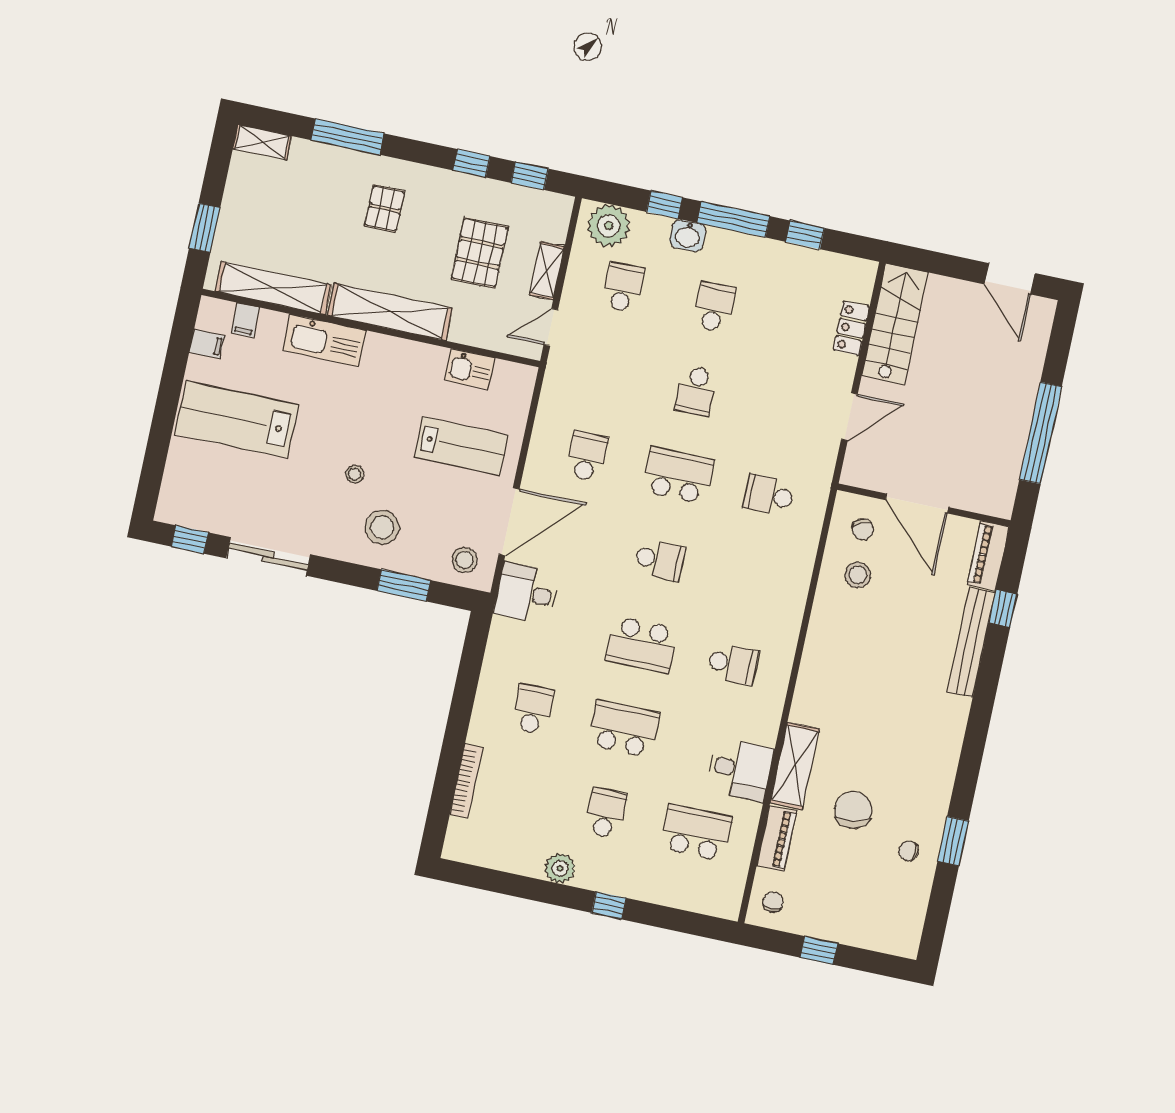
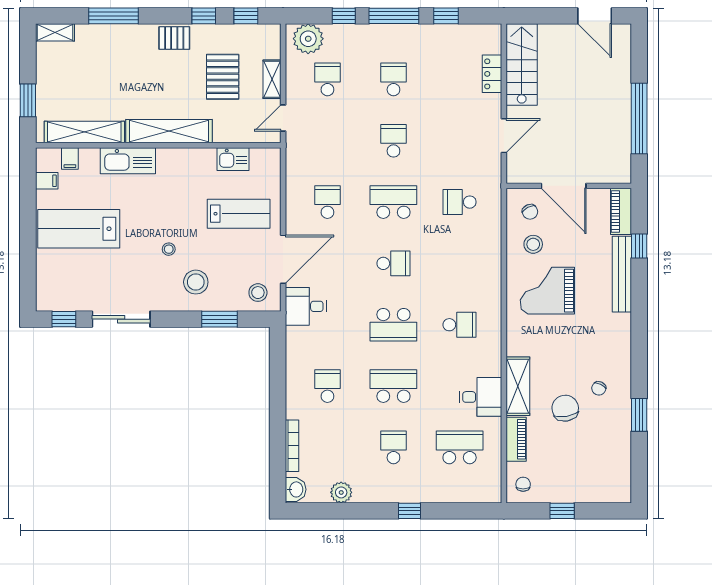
pallet: (385, 208) -> (174, 38), moved, turned 90
washbasin: (688, 236) -> (296, 489), moved, turned -90
school desk: (696, 391) -> (393, 141), turned 180
grand piano: (864, 643) -> (547, 291), added
chair: (909, 851) -> (599, 388), moved, turned -64
plant: (560, 868) -> (341, 492), moved

